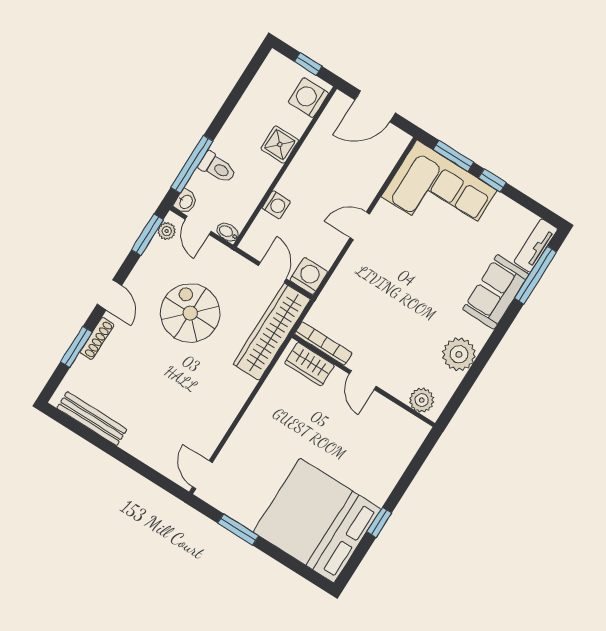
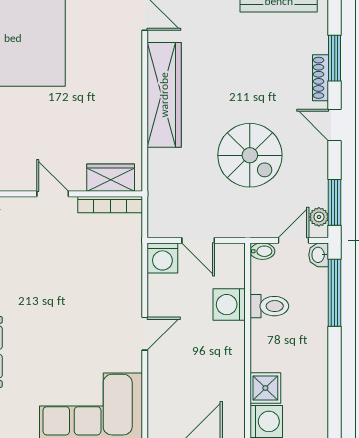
shower: (280, 144) -> (265, 388), moved
toilet: (217, 168) -> (269, 306), moved, turned 180
washing machine: (276, 205) -> (229, 305), width x1.38, depth x1.38
door: (198, 225) -> (293, 240), hinge flipped
wardrobe: (272, 332) -> (164, 95), moved

